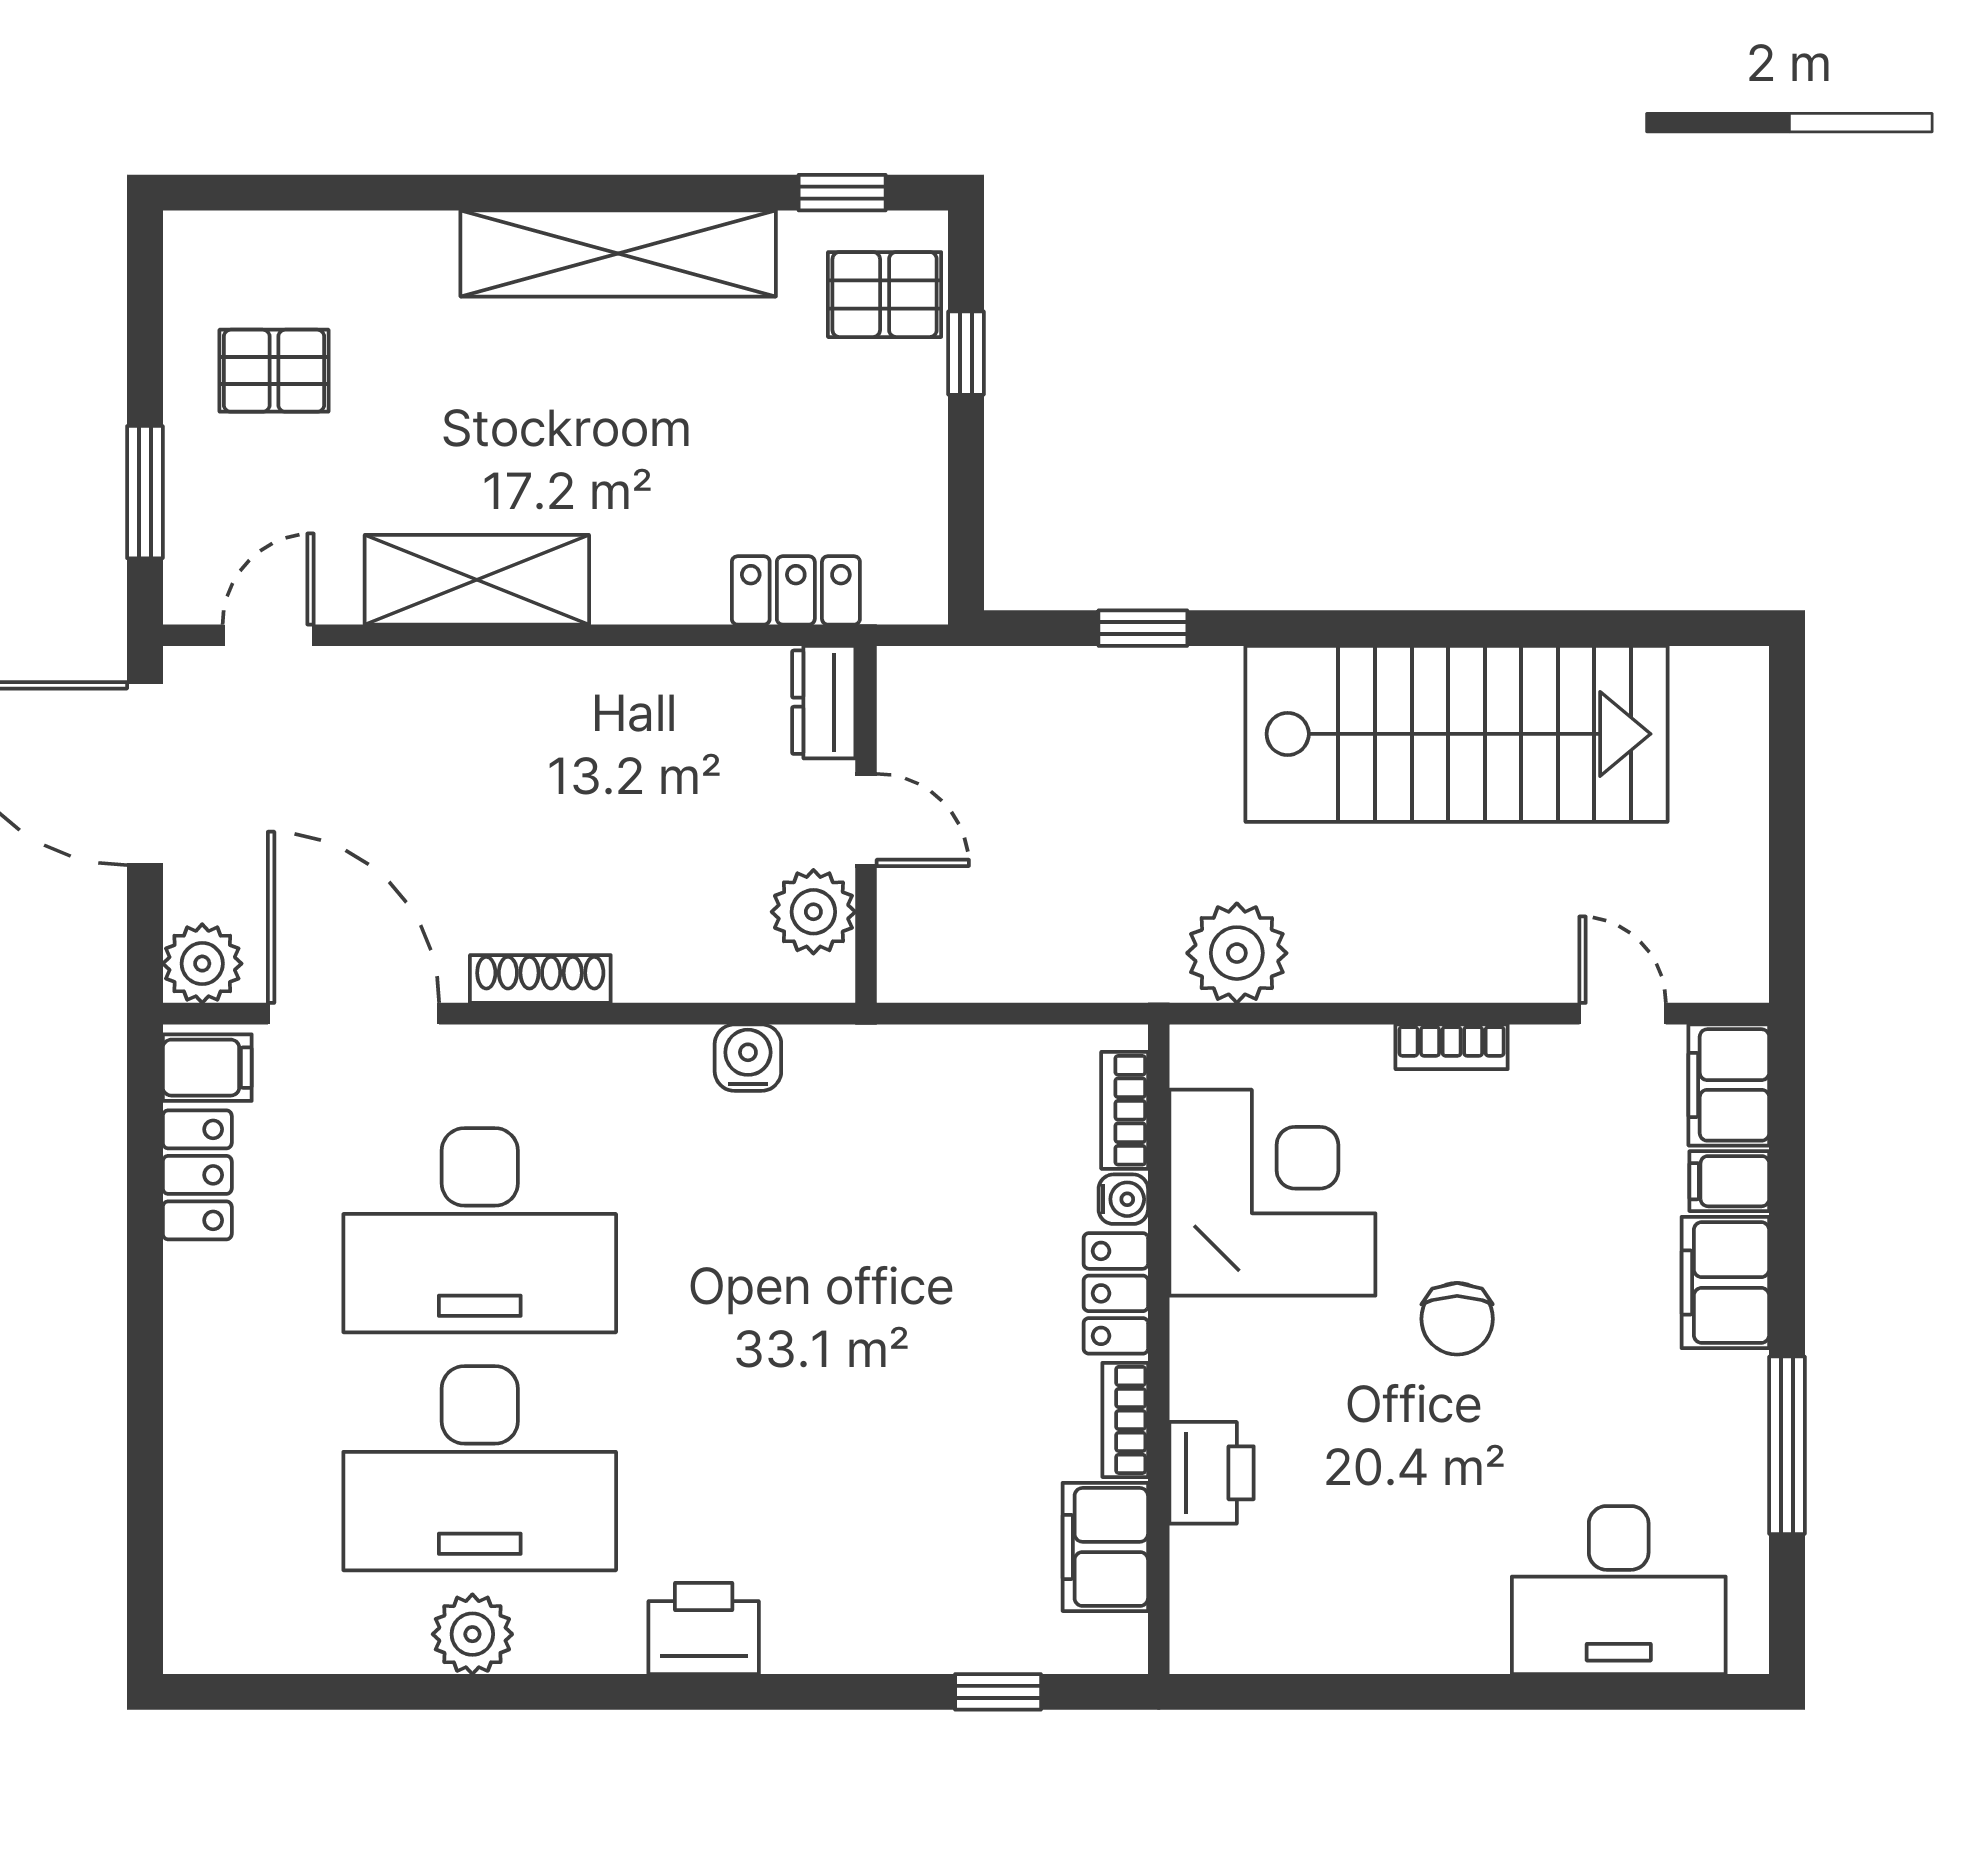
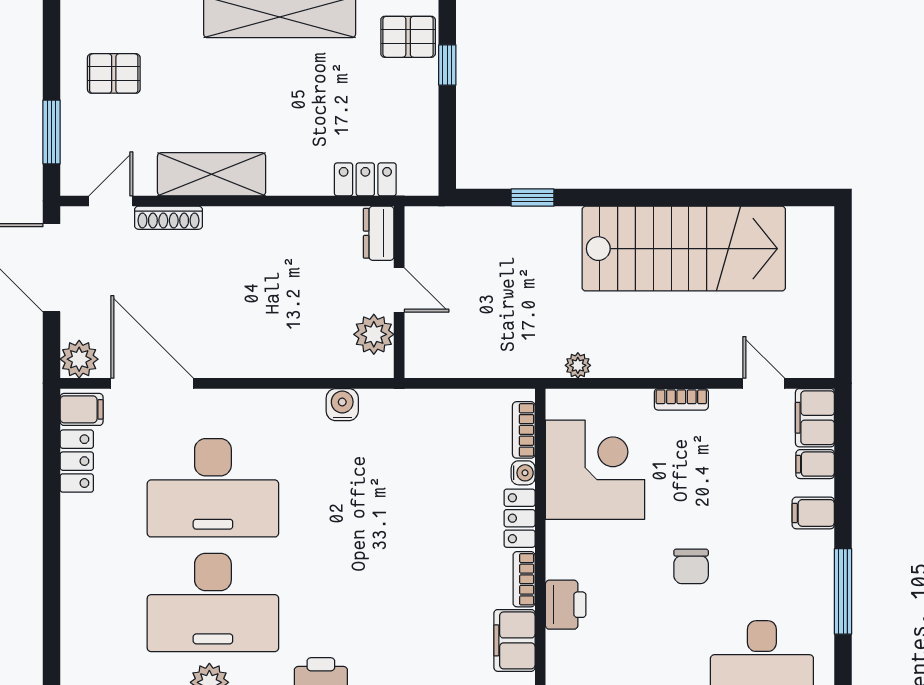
plant: (1237, 953) -> (578, 365), width x0.53, depth x0.53
shoe rack: (540, 979) -> (169, 218), moved, turned 180
filing cabinet: (1725, 1283) -> (813, 513), width x0.50
chair: (1457, 1319) -> (691, 566), moved

